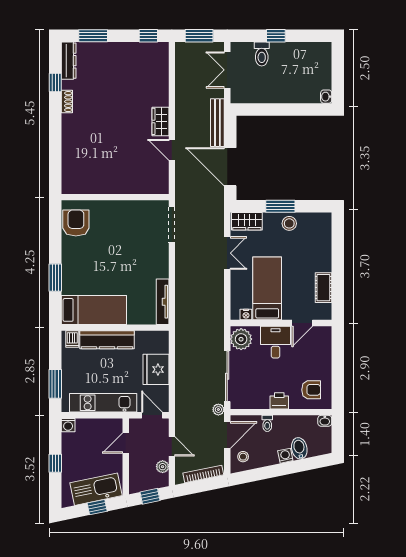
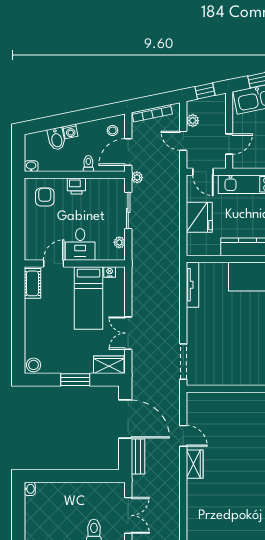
bench: (217, 123) -> (138, 457), width x0.73
stool: (289, 223) -> (34, 365), moved
cot: (323, 288) -> (32, 283), moved
plant: (241, 339) -> (119, 242), width x0.53, depth x0.53
sliding door: (227, 376) -> (128, 211), width x0.73
armchair: (311, 390) -> (45, 197), turned 90

